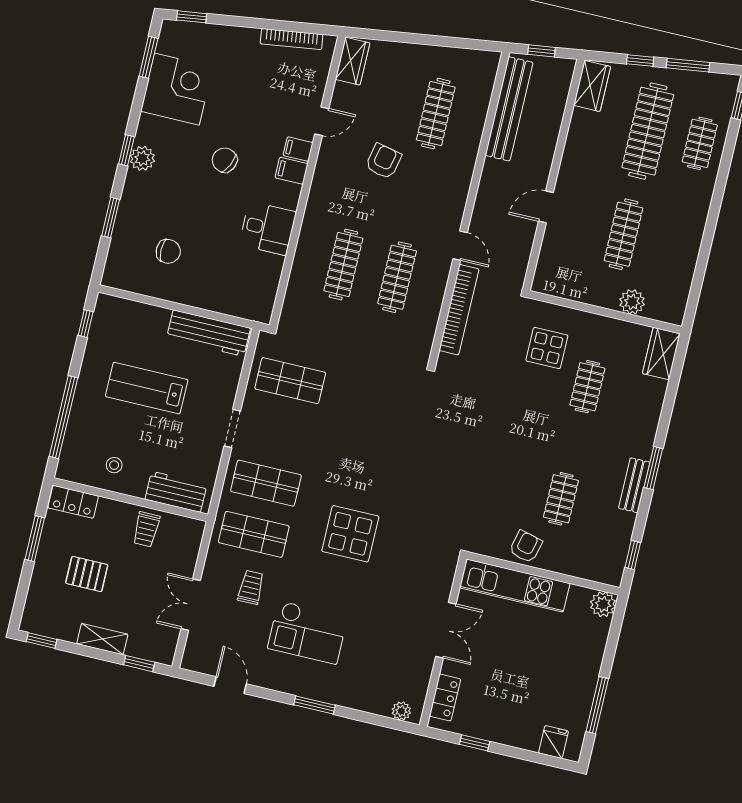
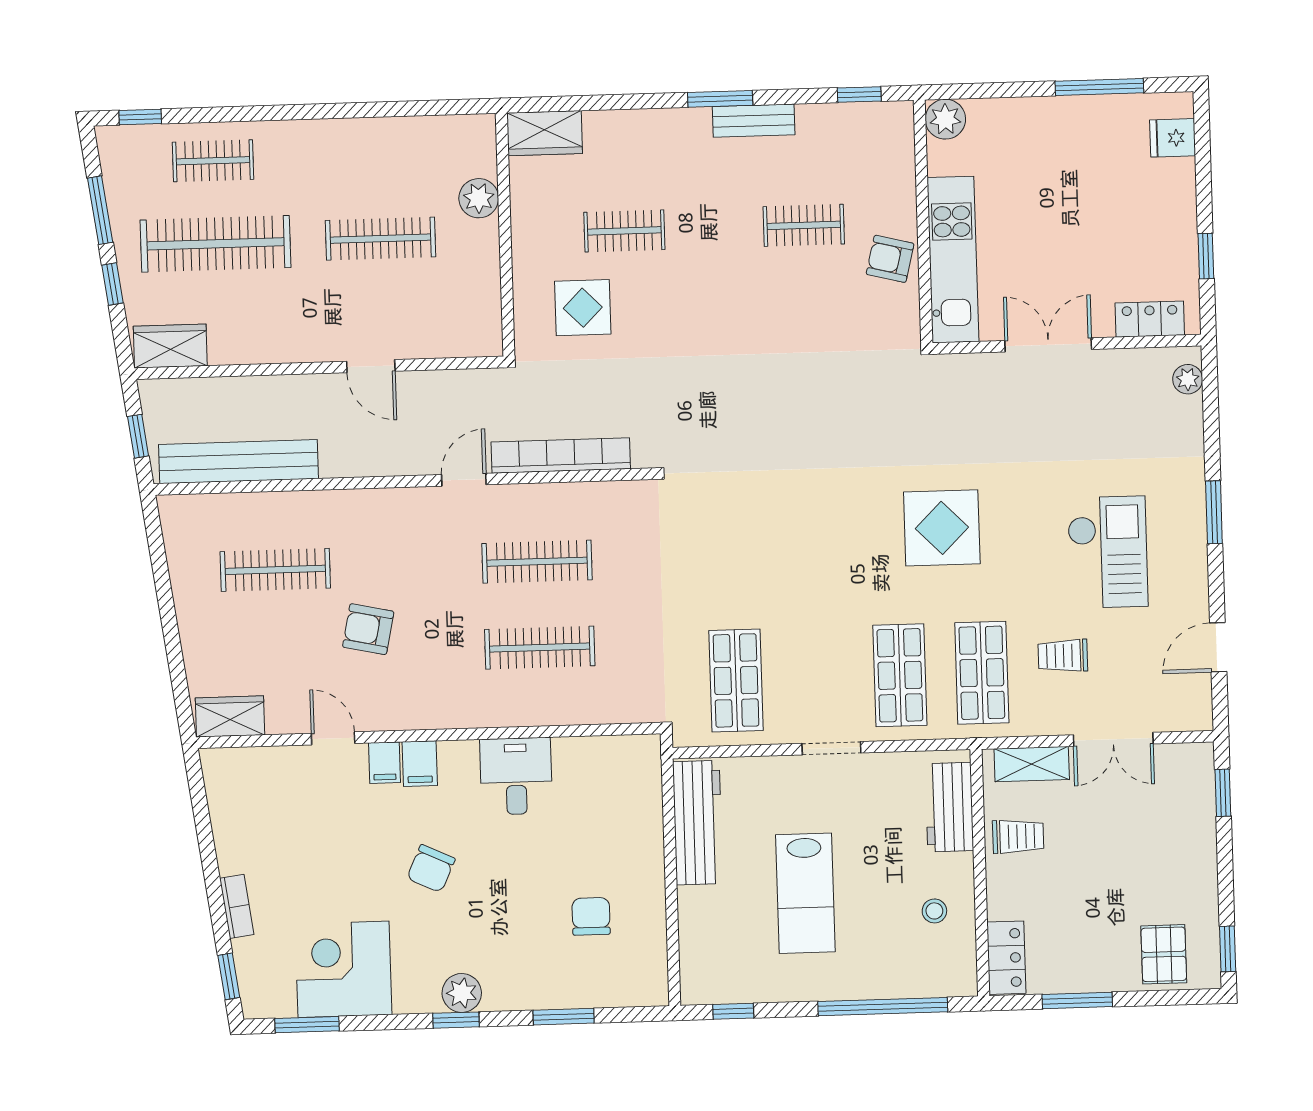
bookcase: (292, 39) -> (237, 906), moved, width x0.64
pallet: (87, 574) -> (1164, 954), moved
shelving: (102, 639) -> (1032, 764), moved, turned 90

